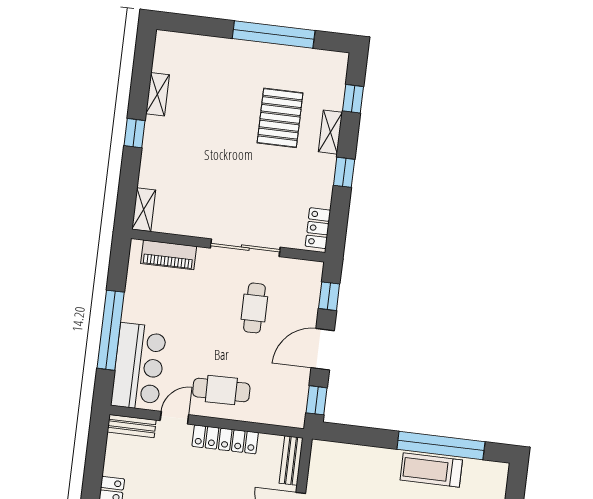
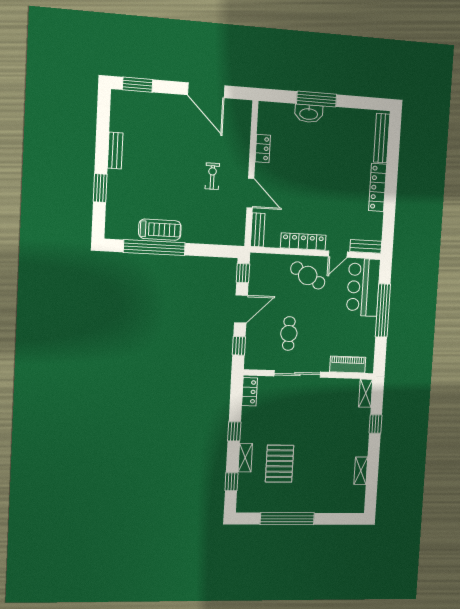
window: (134, 133) -> (376, 424), moved
cafe table: (221, 390) -> (308, 275), turned 31

